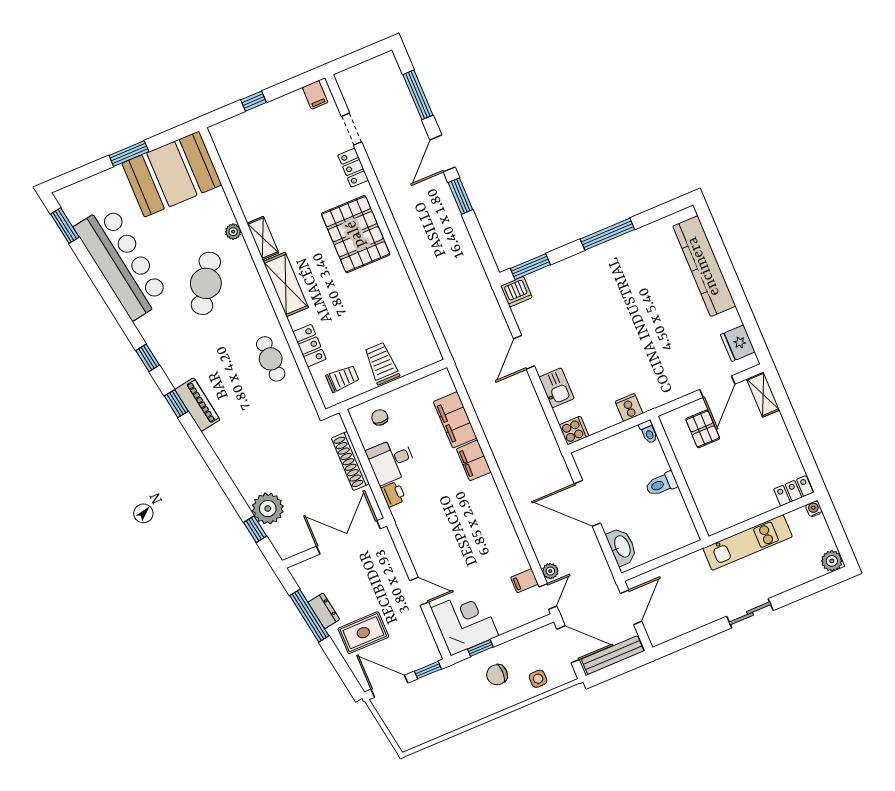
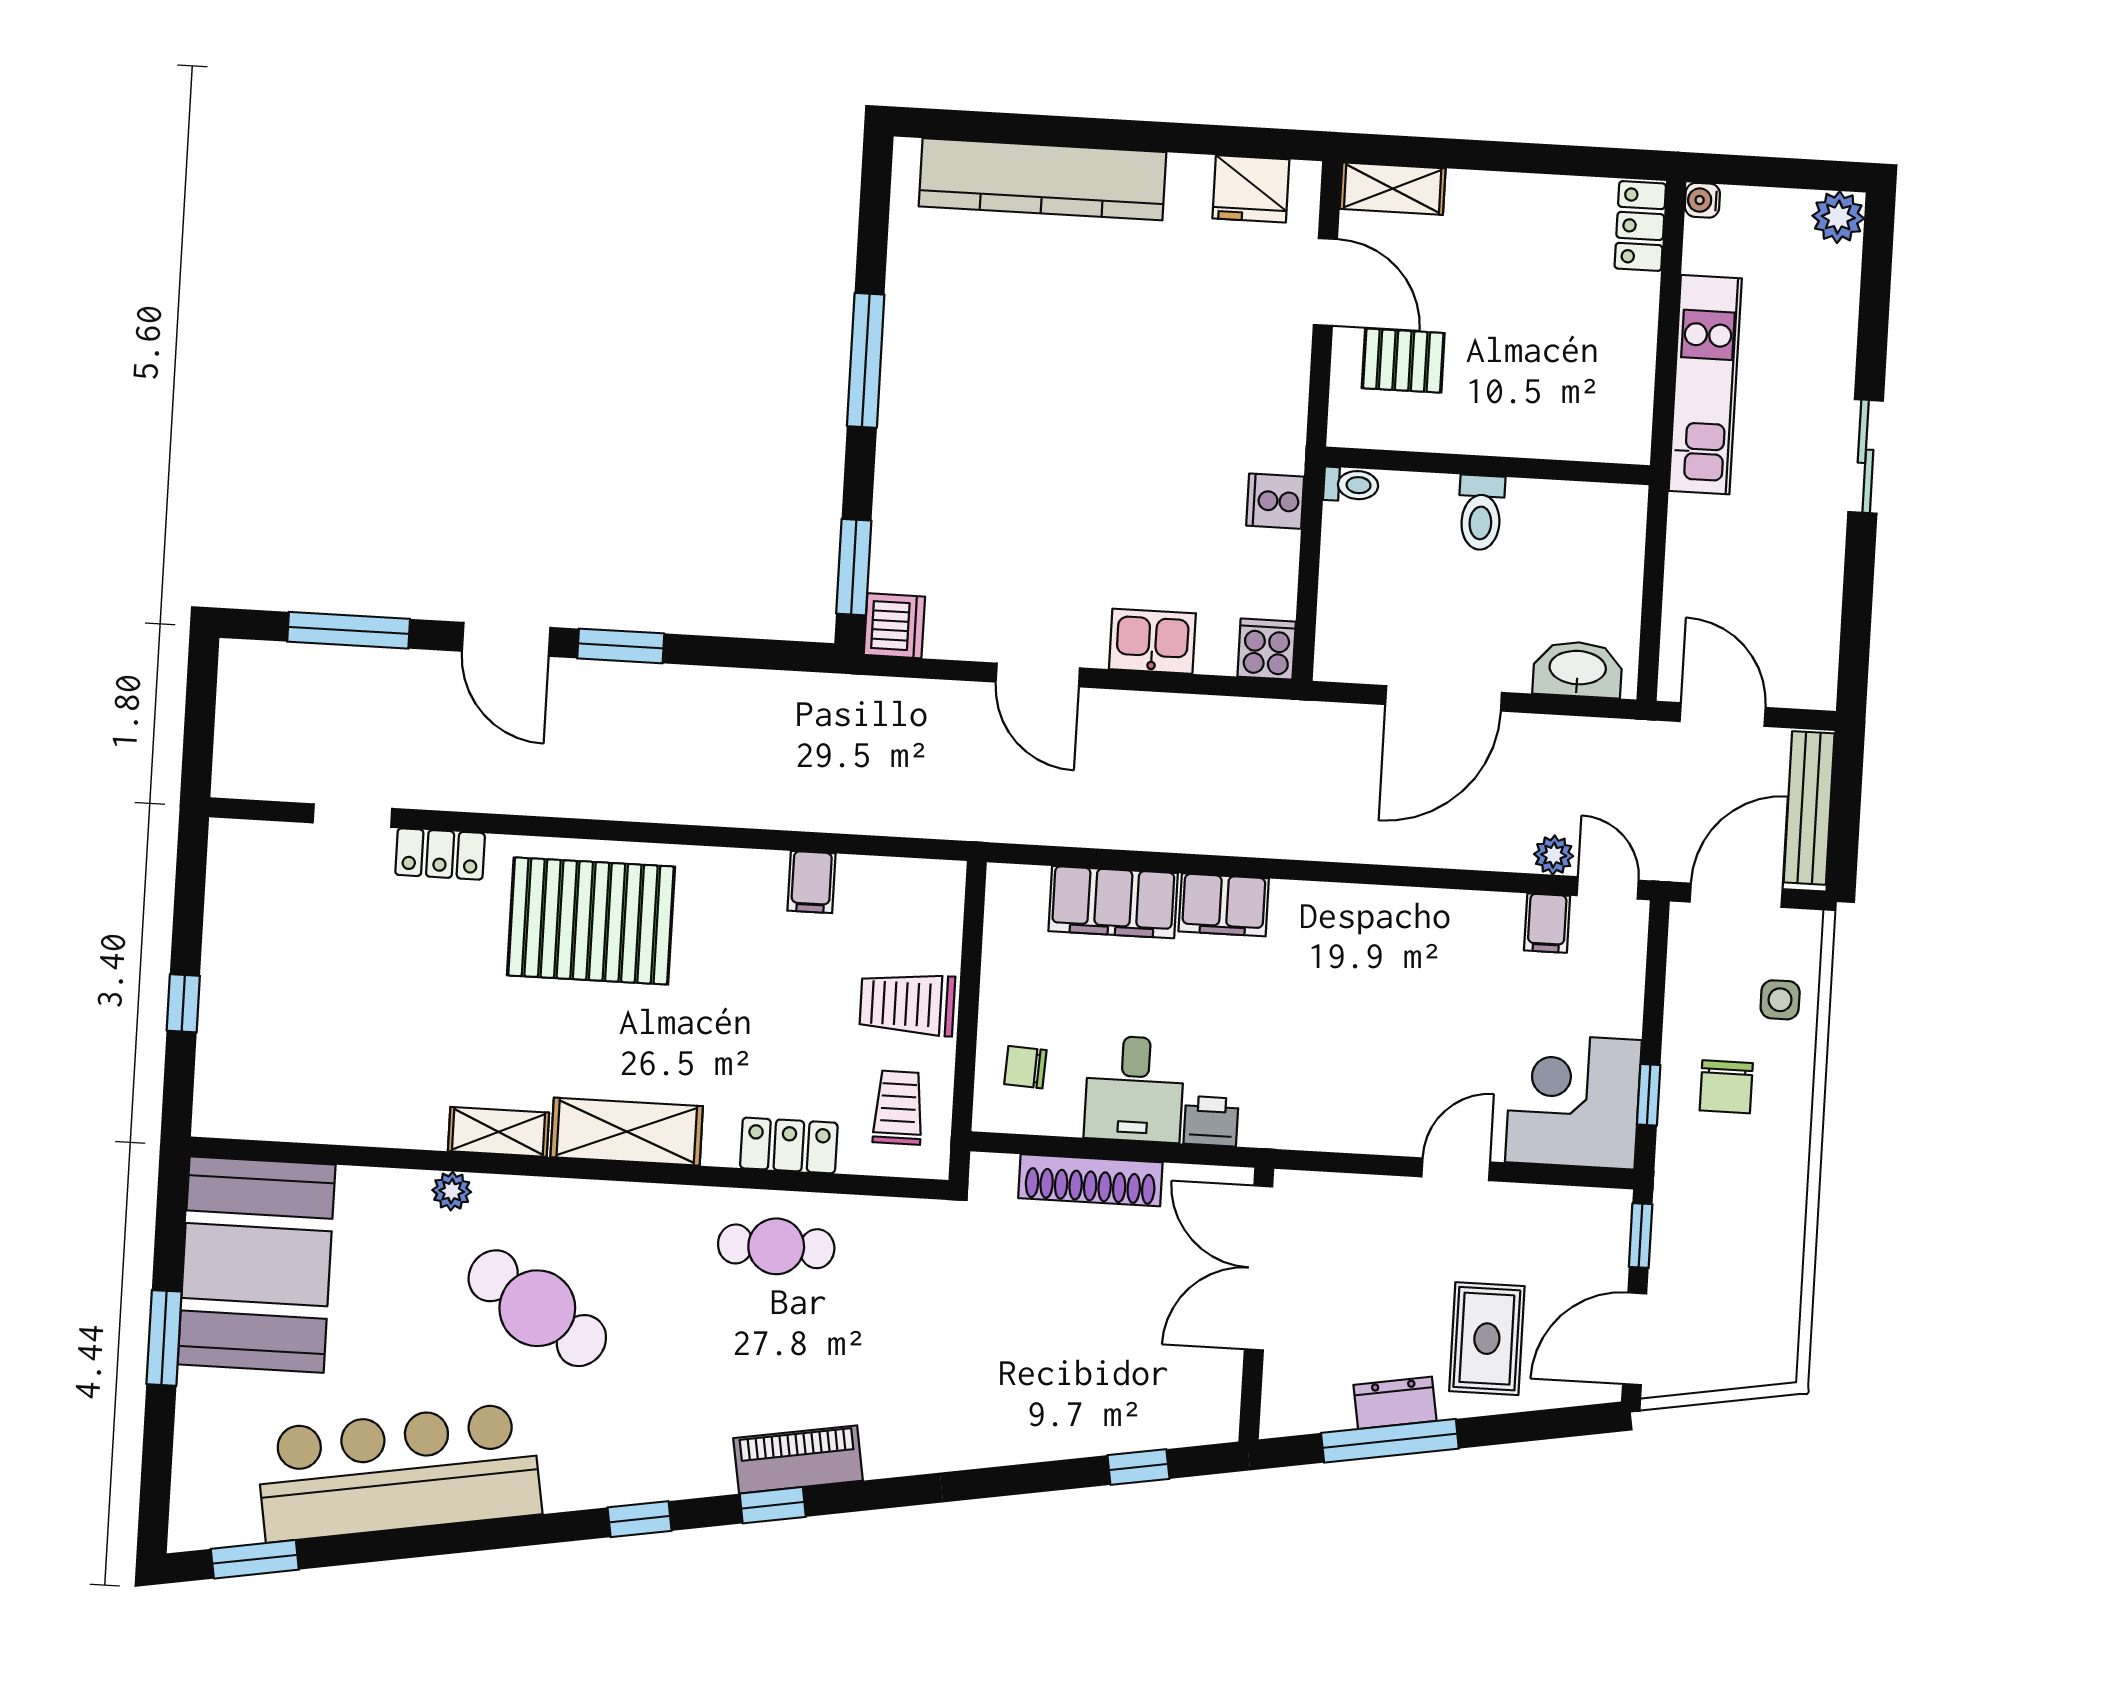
filing cabinet: (315, 95) -> (811, 882), moved, turned 90
plant: (268, 509) -> (1106, 1416), removed

